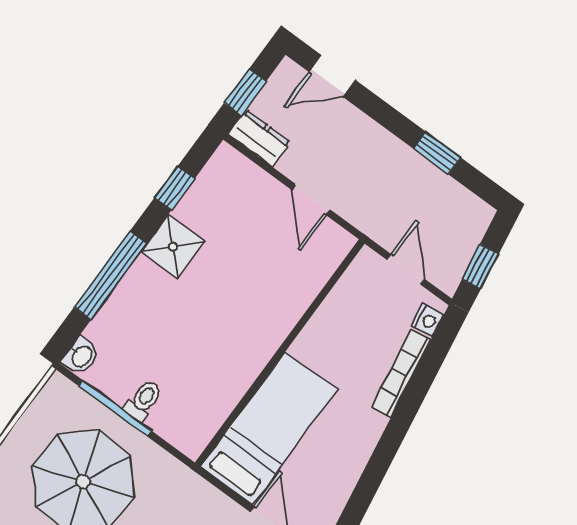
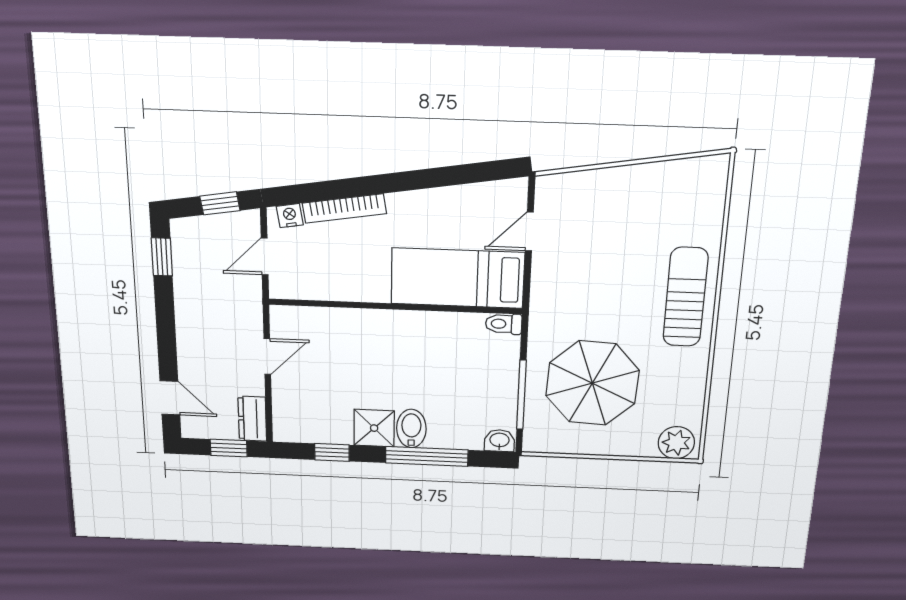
window: (437, 153) -> (162, 257), moved
bidet: (149, 282) -> (411, 429), added
toilet: (143, 400) -> (504, 324), moved

